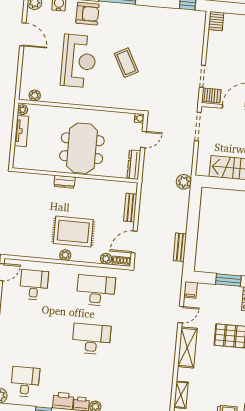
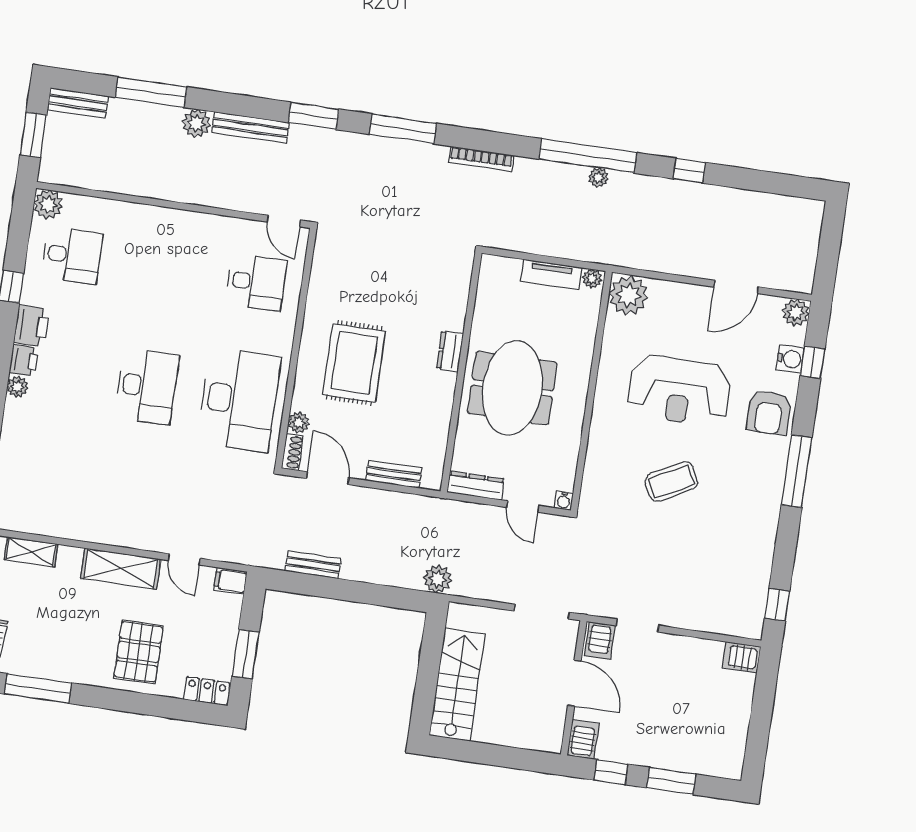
plant: (35, 95) -> (629, 295), width x1.87, depth x1.87
meeting table: (82, 148) -> (512, 388), turned 90
plant: (65, 255) -> (310, 345), removed
desk: (96, 290) -> (239, 400), width x1.36, depth x1.30

